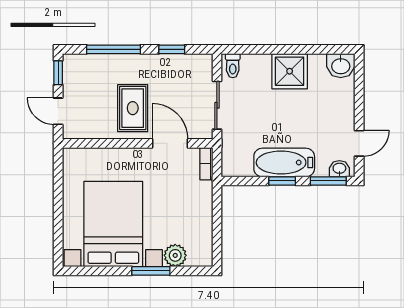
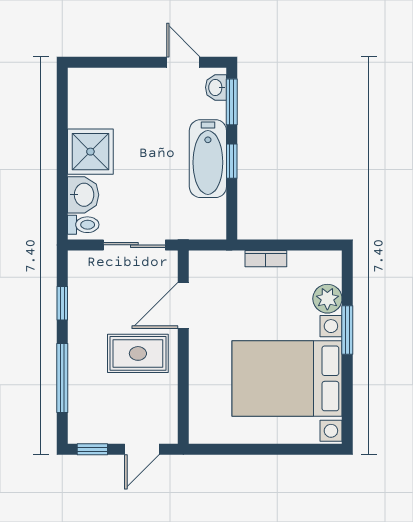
washbasin: (341, 66) -> (83, 195), moved
bookcase: (206, 164) -> (266, 259), moved

